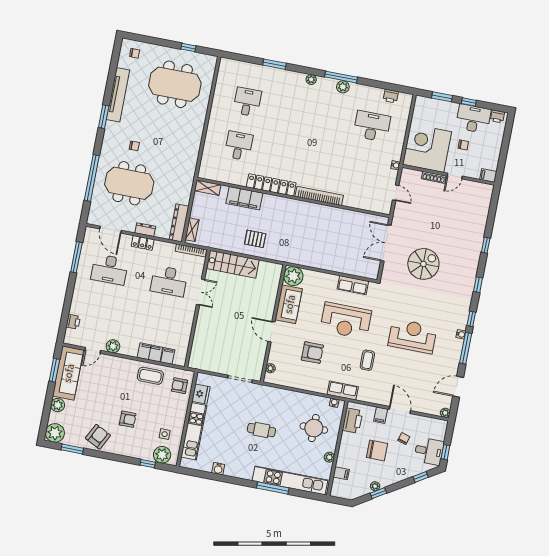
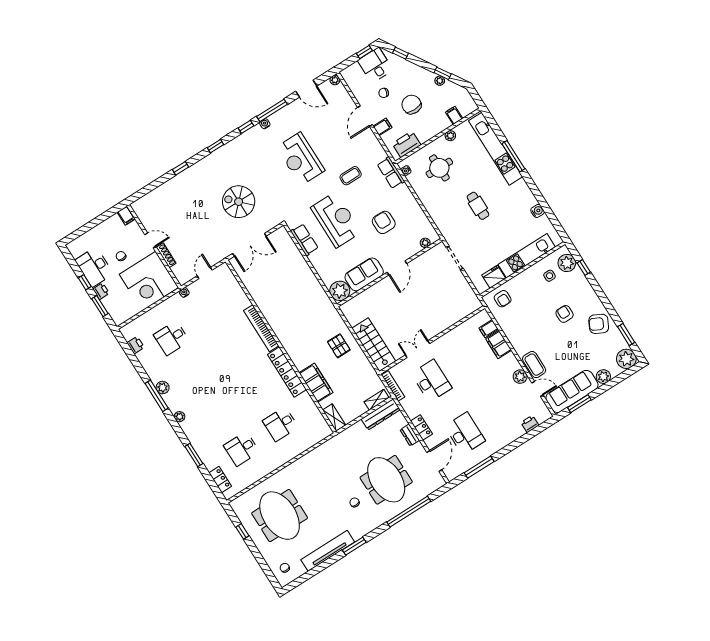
locker: (240, 66) -> (220, 479), added
printer: (497, 116) -> (101, 291), moved
desk: (372, 126) -> (172, 338), width x0.73
coffee table: (150, 376) -> (534, 365), moved

